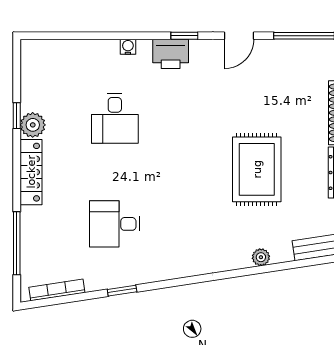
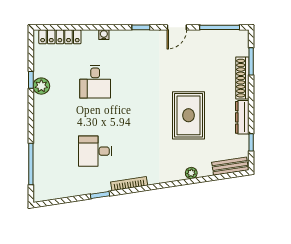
printer: (171, 54) -> (132, 39), removed
locker: (31, 172) -> (60, 37), moved, turned 90
bookcase: (57, 290) -> (129, 184), moved

